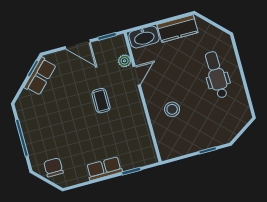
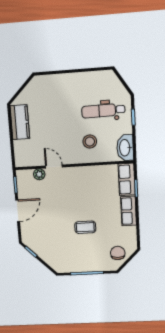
washbasin: (144, 37) -> (125, 148), moved, turned 180
dental chair: (217, 75) -> (103, 111), moved
row of seats: (40, 76) -> (127, 179), moved, turned -135
coffee table: (101, 101) -> (85, 227), moved
chair: (53, 167) -> (118, 253), turned 90

